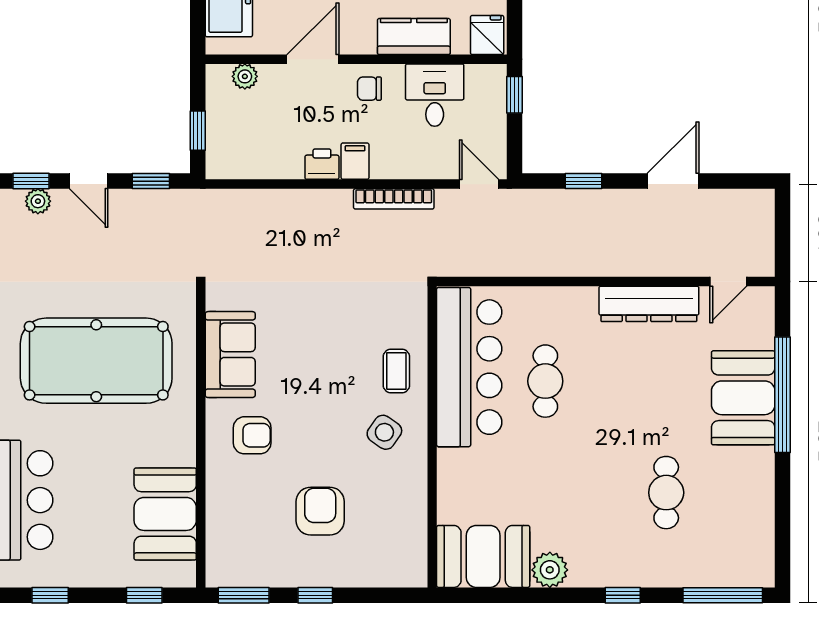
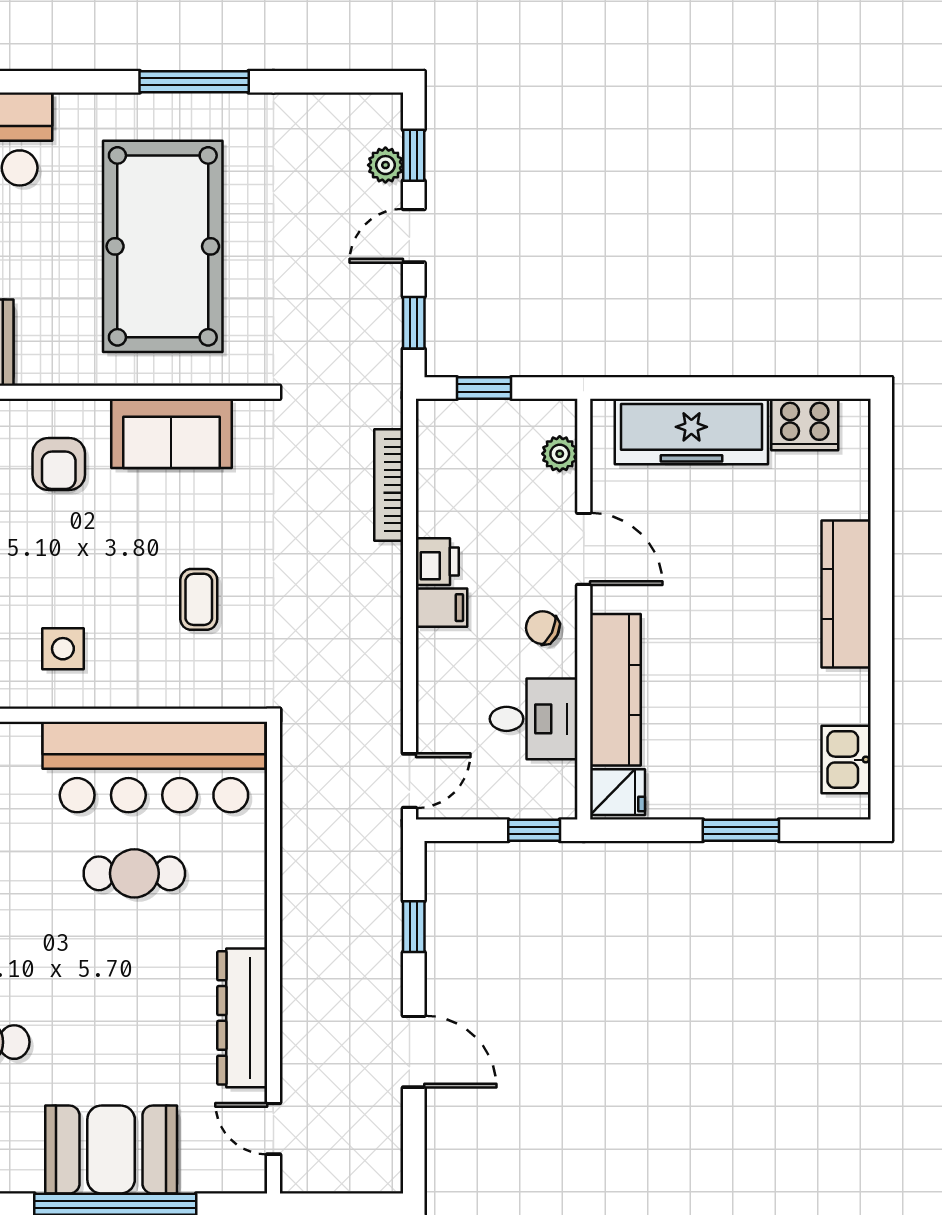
kitchen counter: (414, 37) -> (615, 690), width x1.50
chair: (369, 89) -> (543, 628), turned -64
bookcase: (394, 199) -> (389, 485), moved
coffee table: (396, 371) -> (199, 599), moved, turned 90
side table: (384, 432) -> (63, 649), turned -35

